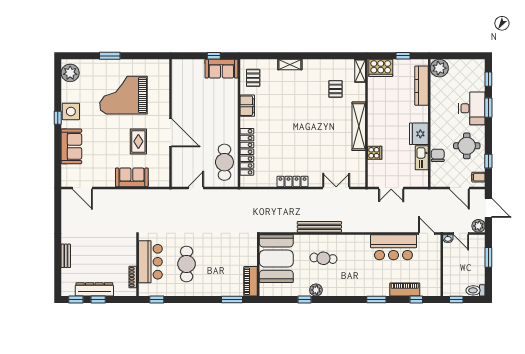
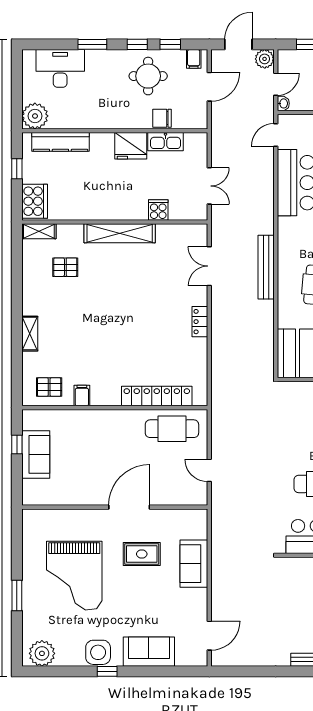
sofa: (221, 69) -> (36, 454), moved
window: (488, 79) -> (137, 44), moved
filing cabinet: (247, 106) -> (82, 396), width x0.50
desk: (472, 108) -> (60, 68), moved
locker: (292, 181) -> (200, 322), width x0.66
bench: (319, 227) -> (266, 267), moved

